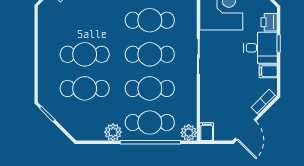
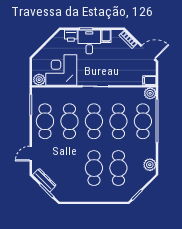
plant: (113, 132) -> (150, 165), moved

